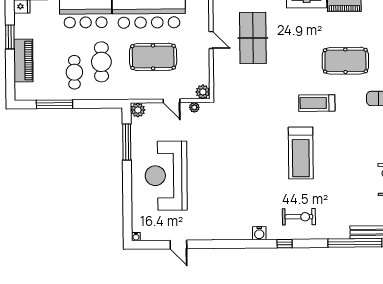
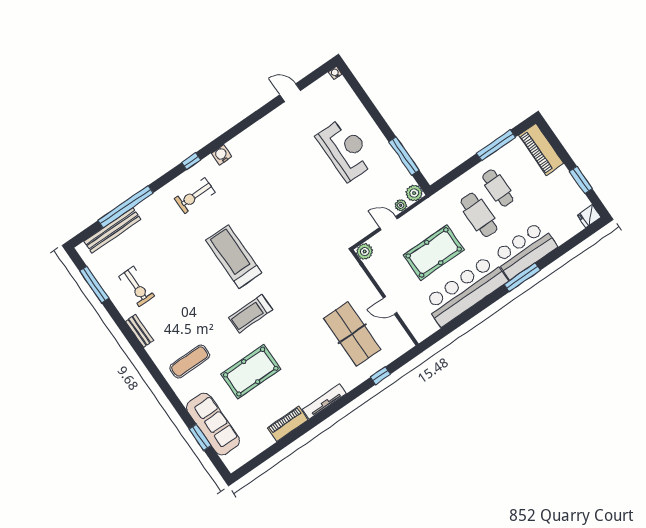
piano: (23, 60) -> (541, 149), moved
treadmill: (317, 103) -> (251, 314), turned 180
plant: (194, 107) -> (401, 205), moved
reception desk: (166, 176) -> (346, 149), width x0.74, depth x0.77

